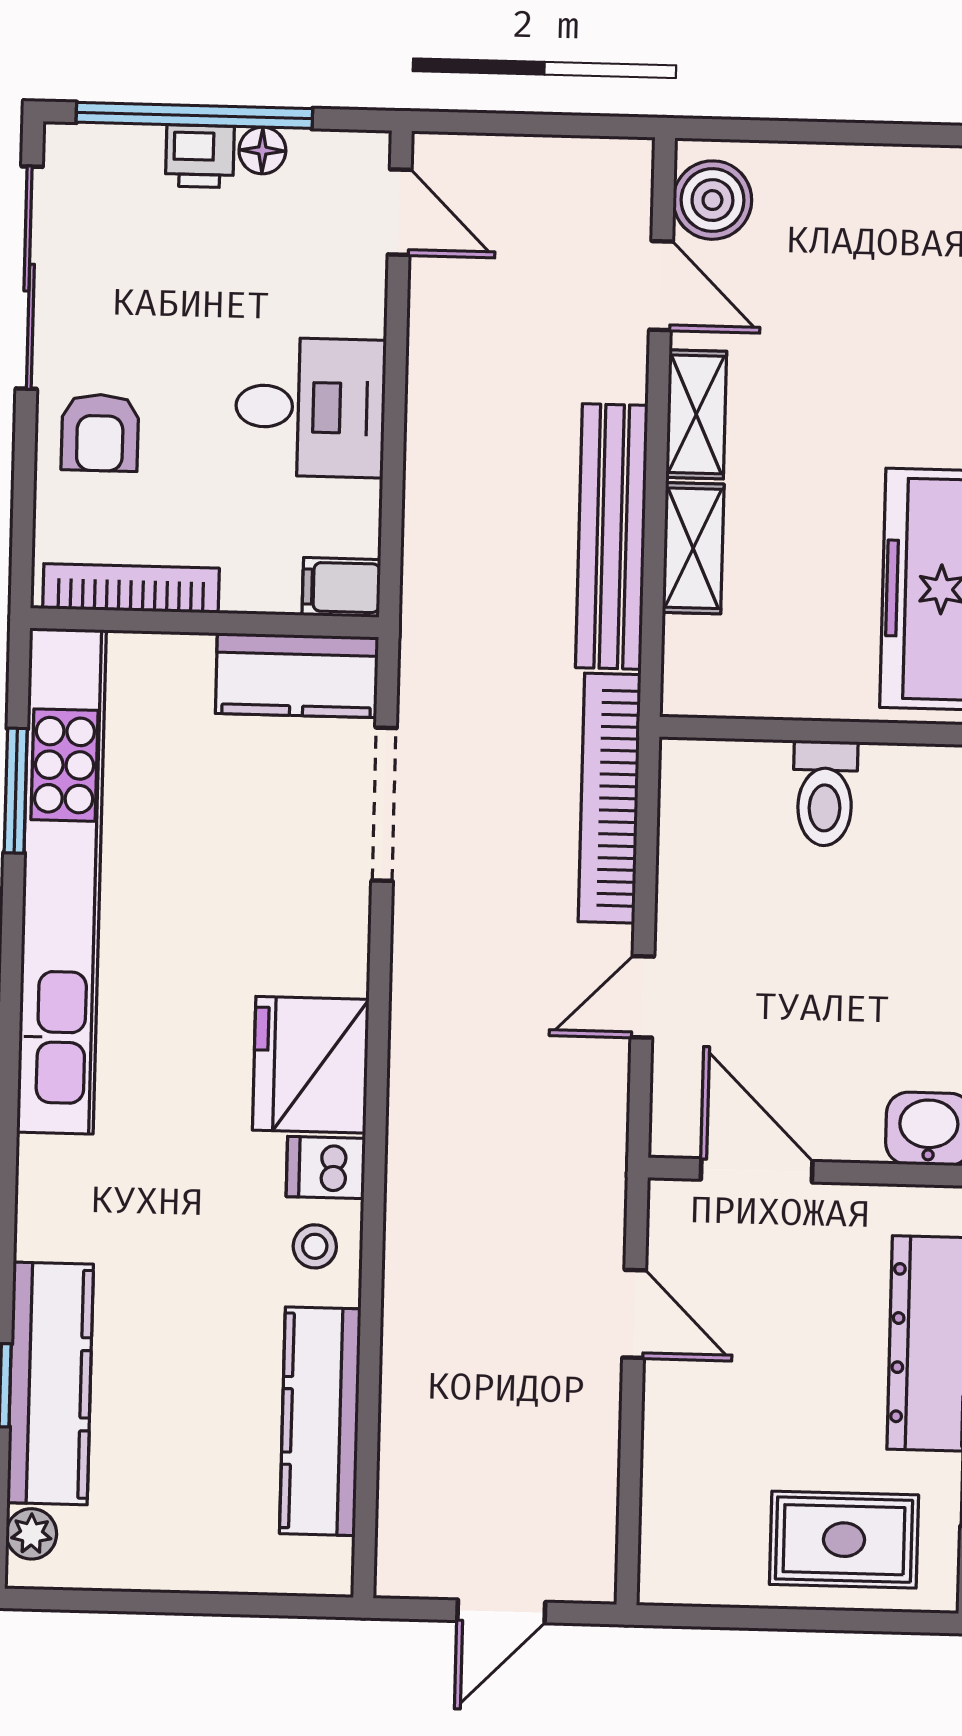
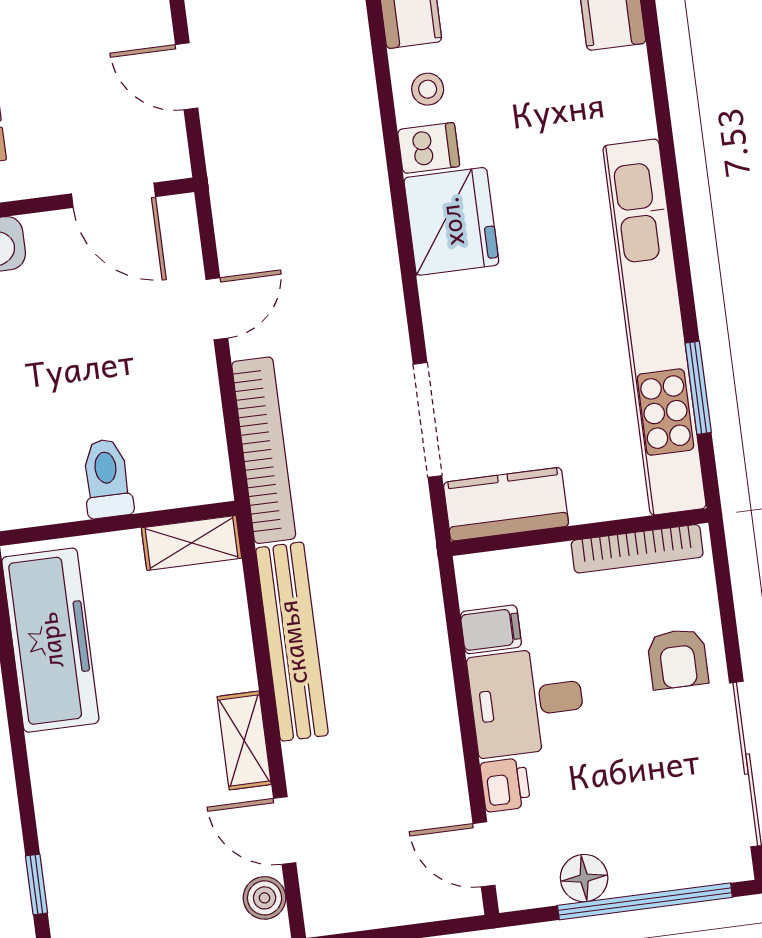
floor lamp: (262, 150) -> (584, 878), width x1.37, depth x1.37
printer: (200, 156) -> (505, 785), moved, turned 90
boiler: (712, 200) -> (265, 898), width x0.73, depth x0.73
armchair: (100, 433) -> (678, 659), turned 180
shelving: (693, 548) -> (192, 543), moved, turned 90
filing cabinet: (341, 587) -> (491, 629), moved

